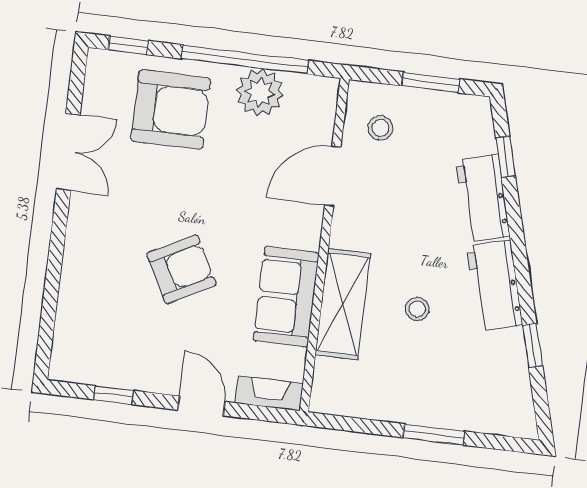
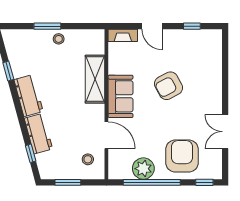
armchair: (171, 110) -> (182, 156), turned 90
door: (333, 176) -> (106, 135), hinge flipped
sofa: (286, 297) -> (120, 96), moved
stool: (417, 309) -> (59, 39), moved

